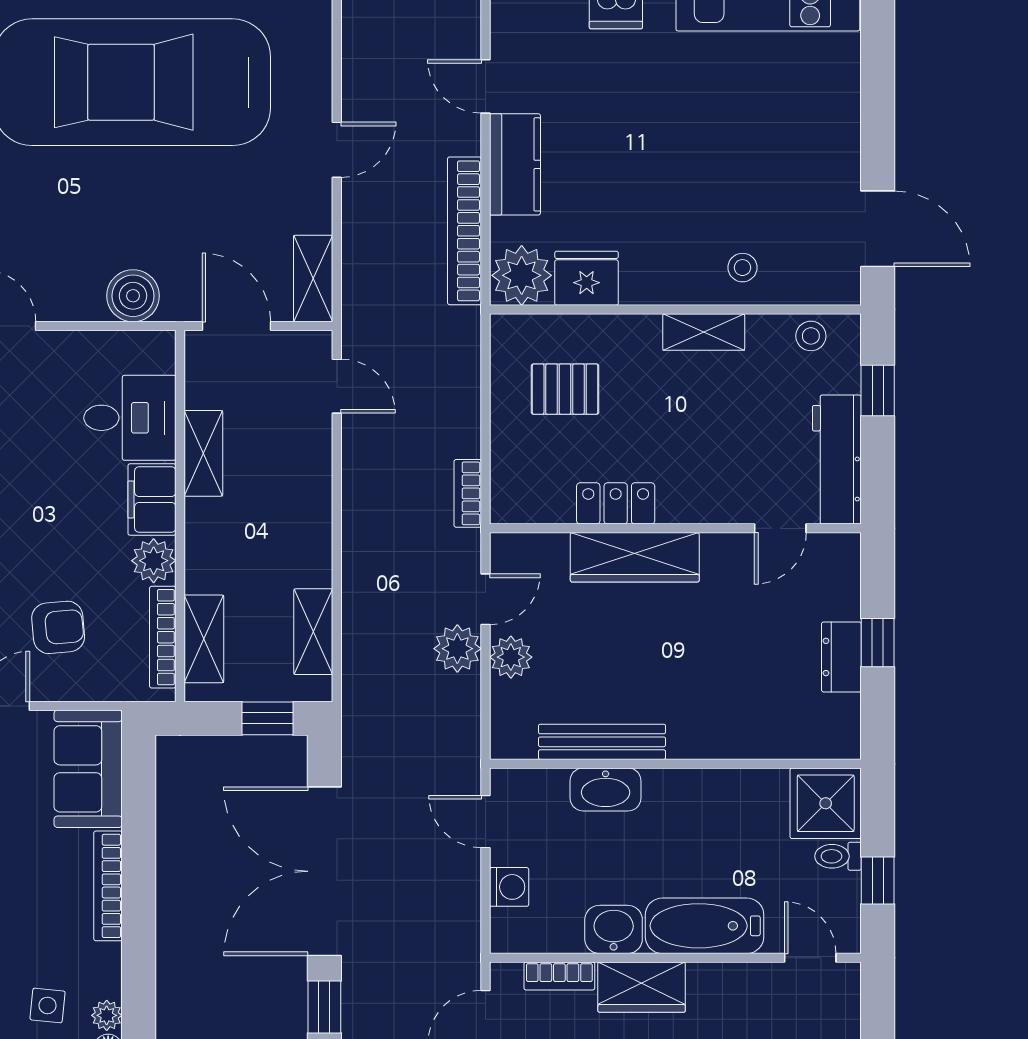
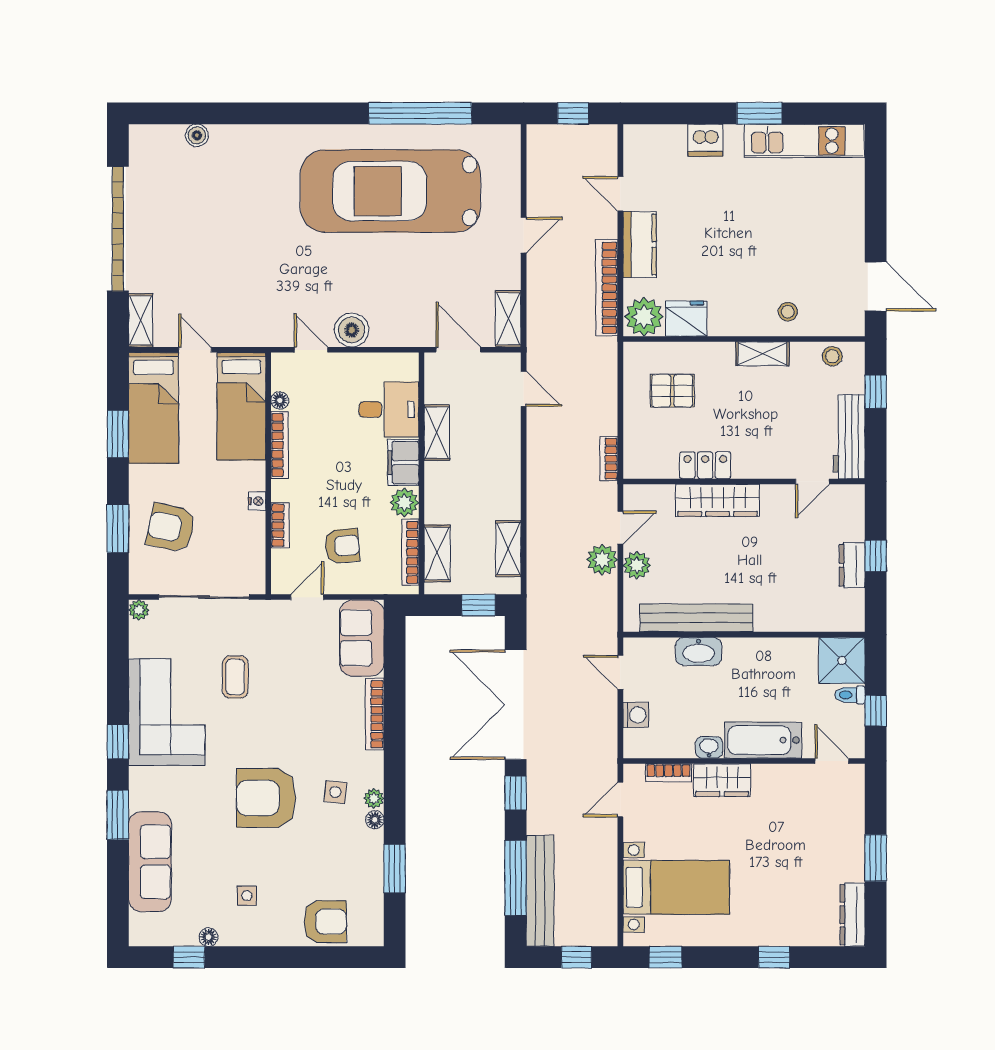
boiler: (133, 296) -> (352, 330), moved
bench: (602, 742) -> (696, 618), width x1.37, depth x1.21
washbasin: (614, 929) -> (709, 747), width x0.72, depth x0.69

